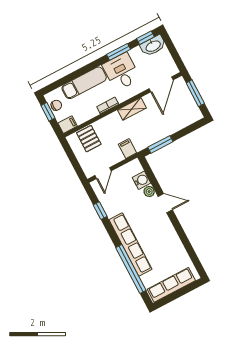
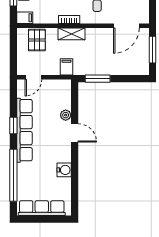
shelving: (132, 109) -> (71, 34), moved
water cooler: (141, 180) -> (64, 170), moved
window: (100, 211) -> (13, 126), moved
row of seats: (130, 244) -> (24, 130), moved

